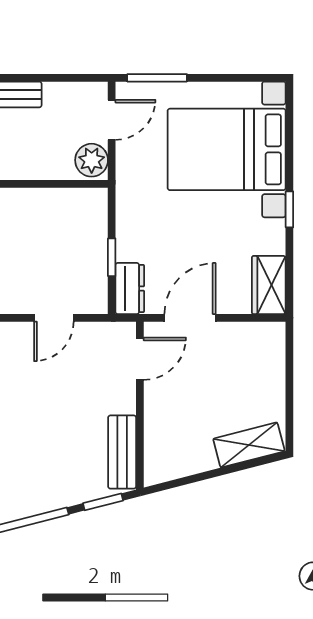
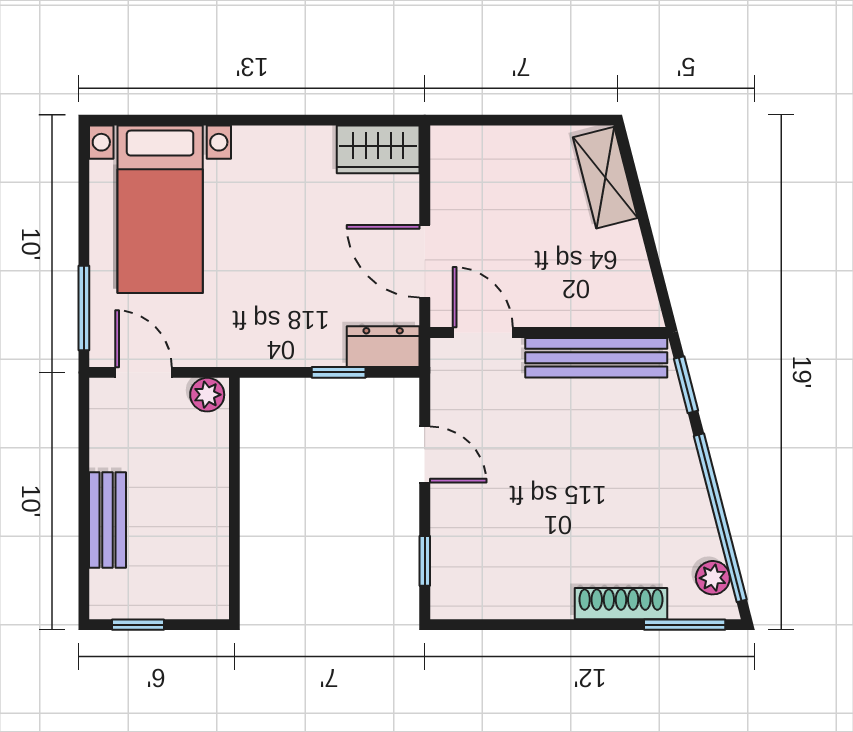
bed with nightstands: (227, 149) -> (160, 209), width x0.73
plant: (92, 160) -> (207, 395), width x0.73, depth x0.73
window: (289, 209) -> (271, 120), removed
bench: (122, 452) -> (596, 358), width x1.36

